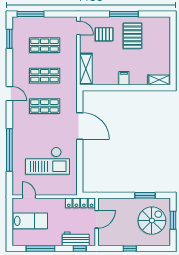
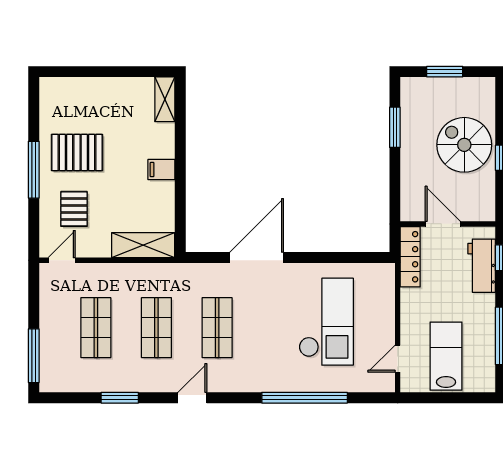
window: (9, 39) -> (120, 398), moved
spiral stairs: (152, 221) -> (464, 145), moved

